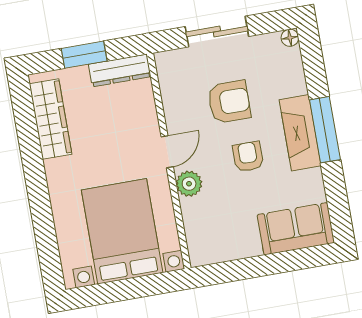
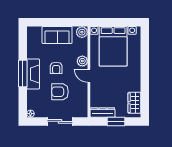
wardrobe: (51, 119) -> (134, 103), width x0.67
door: (167, 152) -> (89, 76), hinge flipped
sofa: (296, 229) -> (57, 35), moved
plant: (202, 252) -> (82, 32), added

